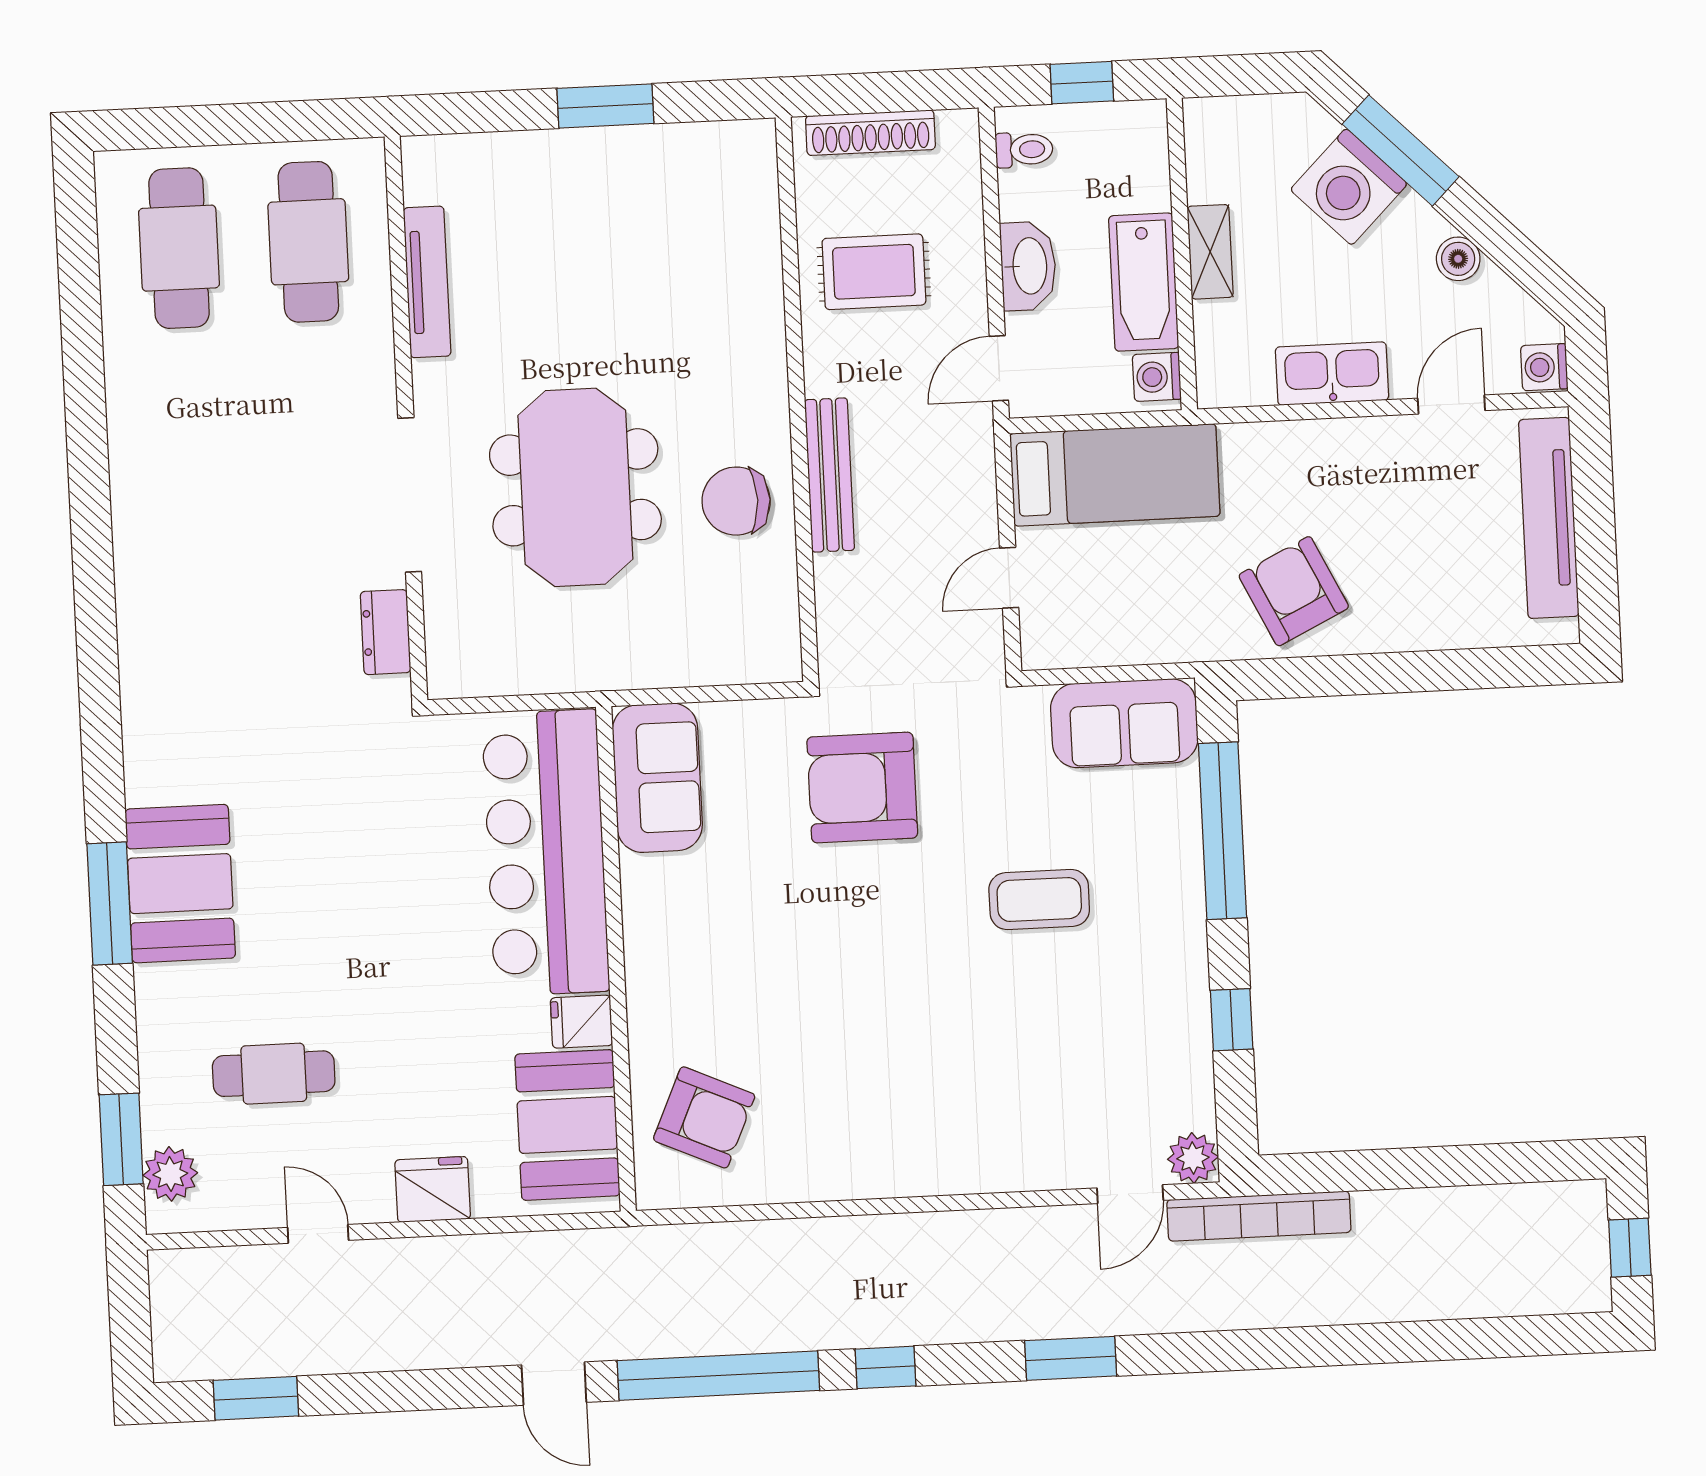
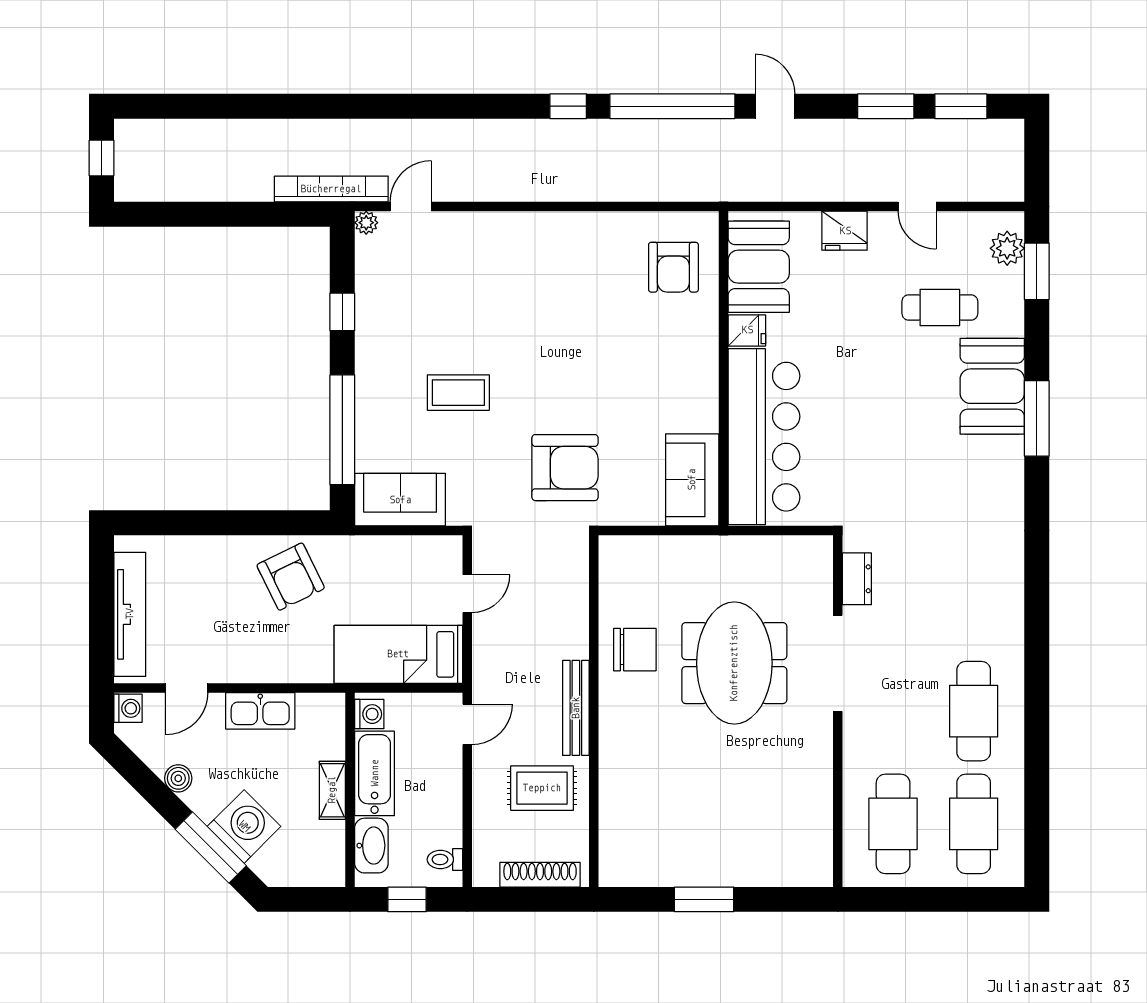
washbasin: (1028, 266) -> (371, 846), moved, turned 180
tv unit: (427, 282) -> (820, 795), removed
cafe table: (188, 429) -> (974, 711), added
bench: (830, 475) -> (576, 708), moved
booth: (180, 884) -> (992, 386), moved
armchair: (704, 1117) -> (673, 267), turned -114
plant: (1193, 1158) -> (366, 223), width x0.73, depth x0.73
window: (1071, 1358) -> (886, 106), moved

